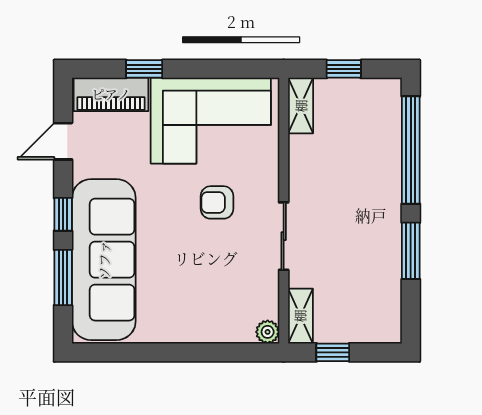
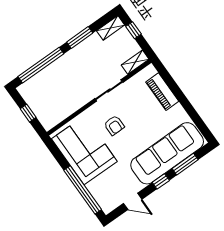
window: (144, 69) -> (83, 190), width x3.17
piano: (111, 94) -> (162, 92), moved, turned 180
shelving: (301, 106) -> (111, 28), moved
plant: (268, 332) -> (150, 70), removed
window: (333, 352) -> (133, 30), moved

